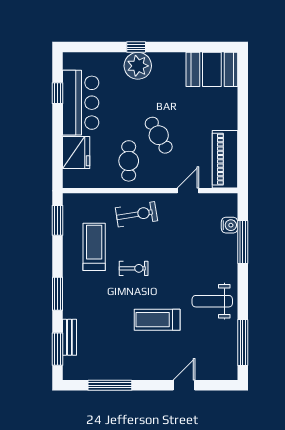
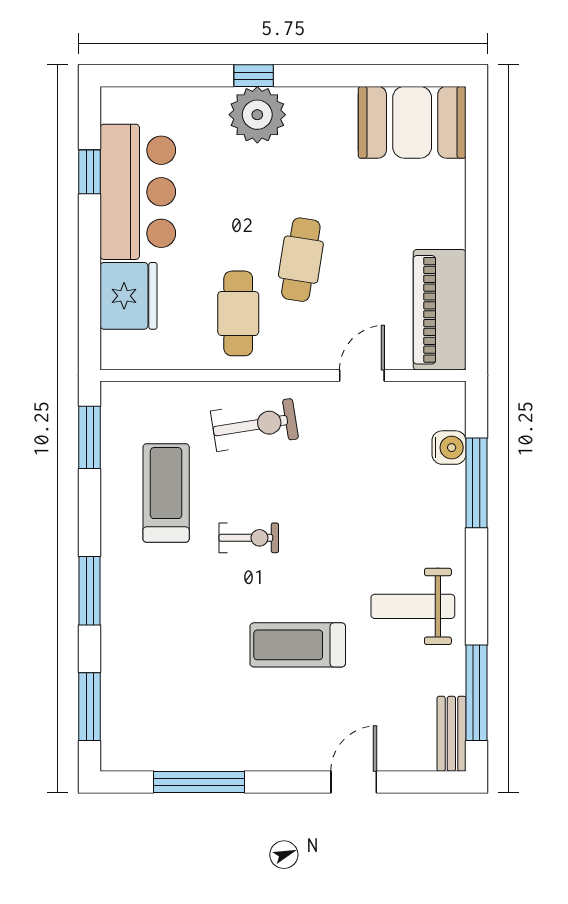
cafe table: (159, 135) -> (301, 260), turned 39
bench: (69, 337) -> (451, 734), moved

